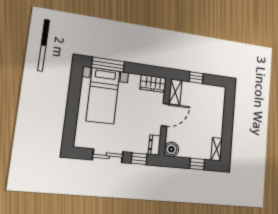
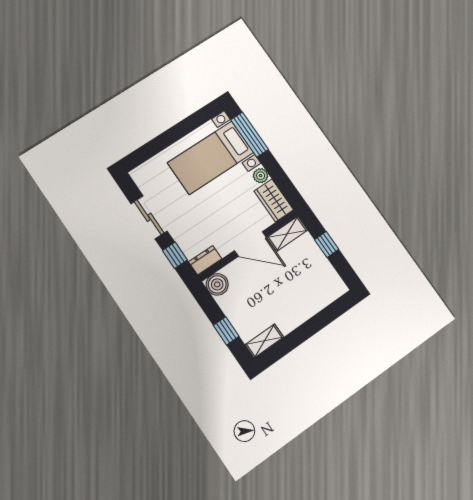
plant: (135, 79) -> (261, 176), added

